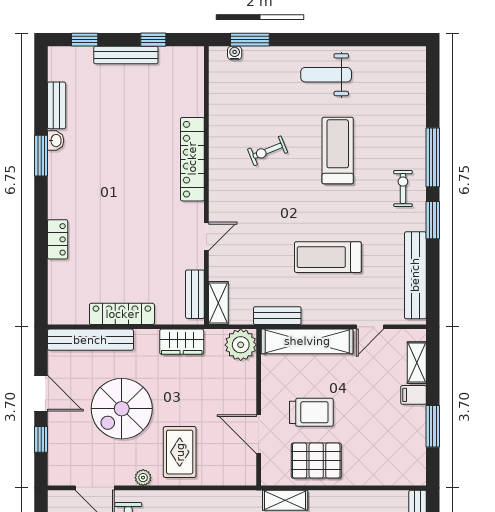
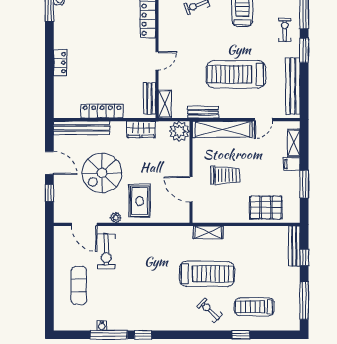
treadmill: (328, 257) -> (236, 74), width x1.37, depth x1.38
pallet: (316, 461) -> (266, 207), moved

